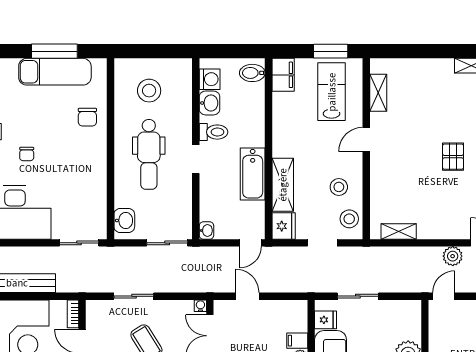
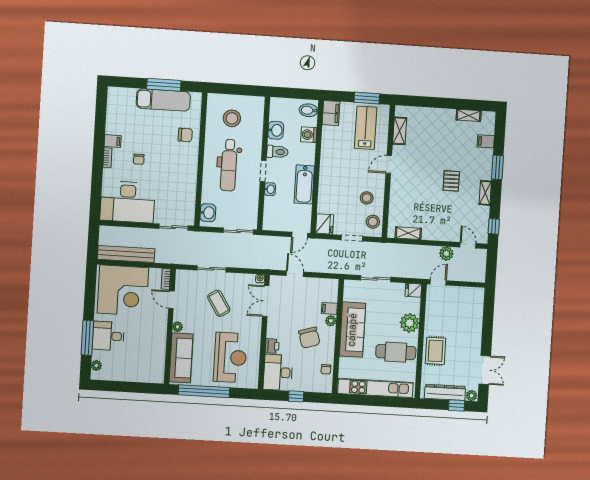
washing machine: (210, 79) -> (309, 135), moved, turned 180
chair: (87, 117) -> (185, 135), turned -90
shelving: (283, 185) -> (326, 194), removed
washbasin: (206, 231) -> (270, 189), moved
fridge: (326, 320) -> (413, 290), moved, turned 180

